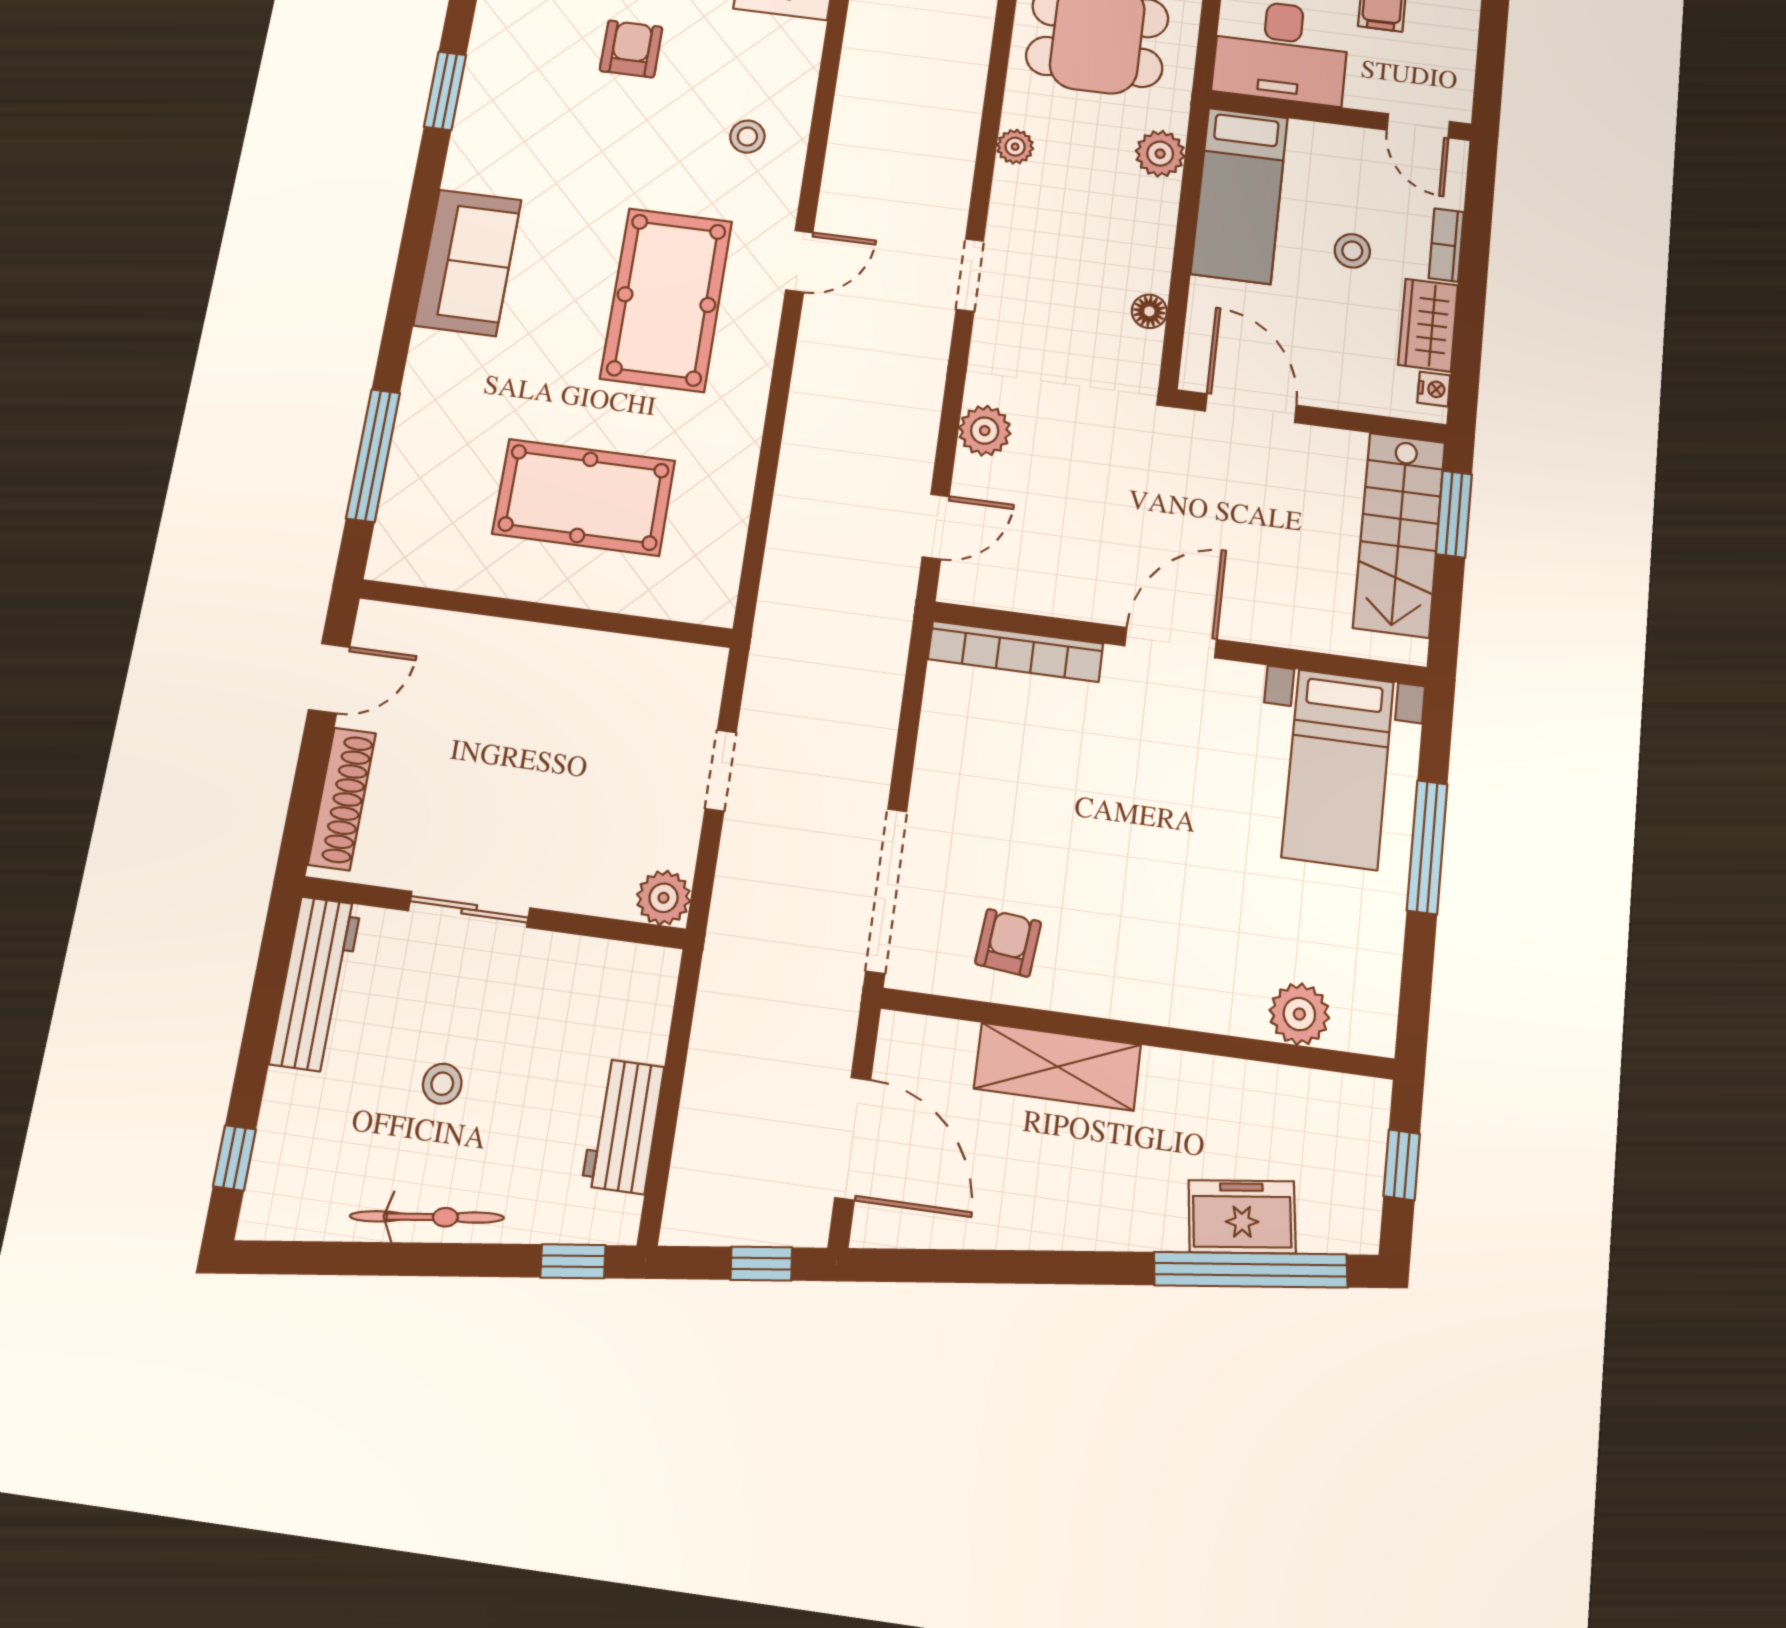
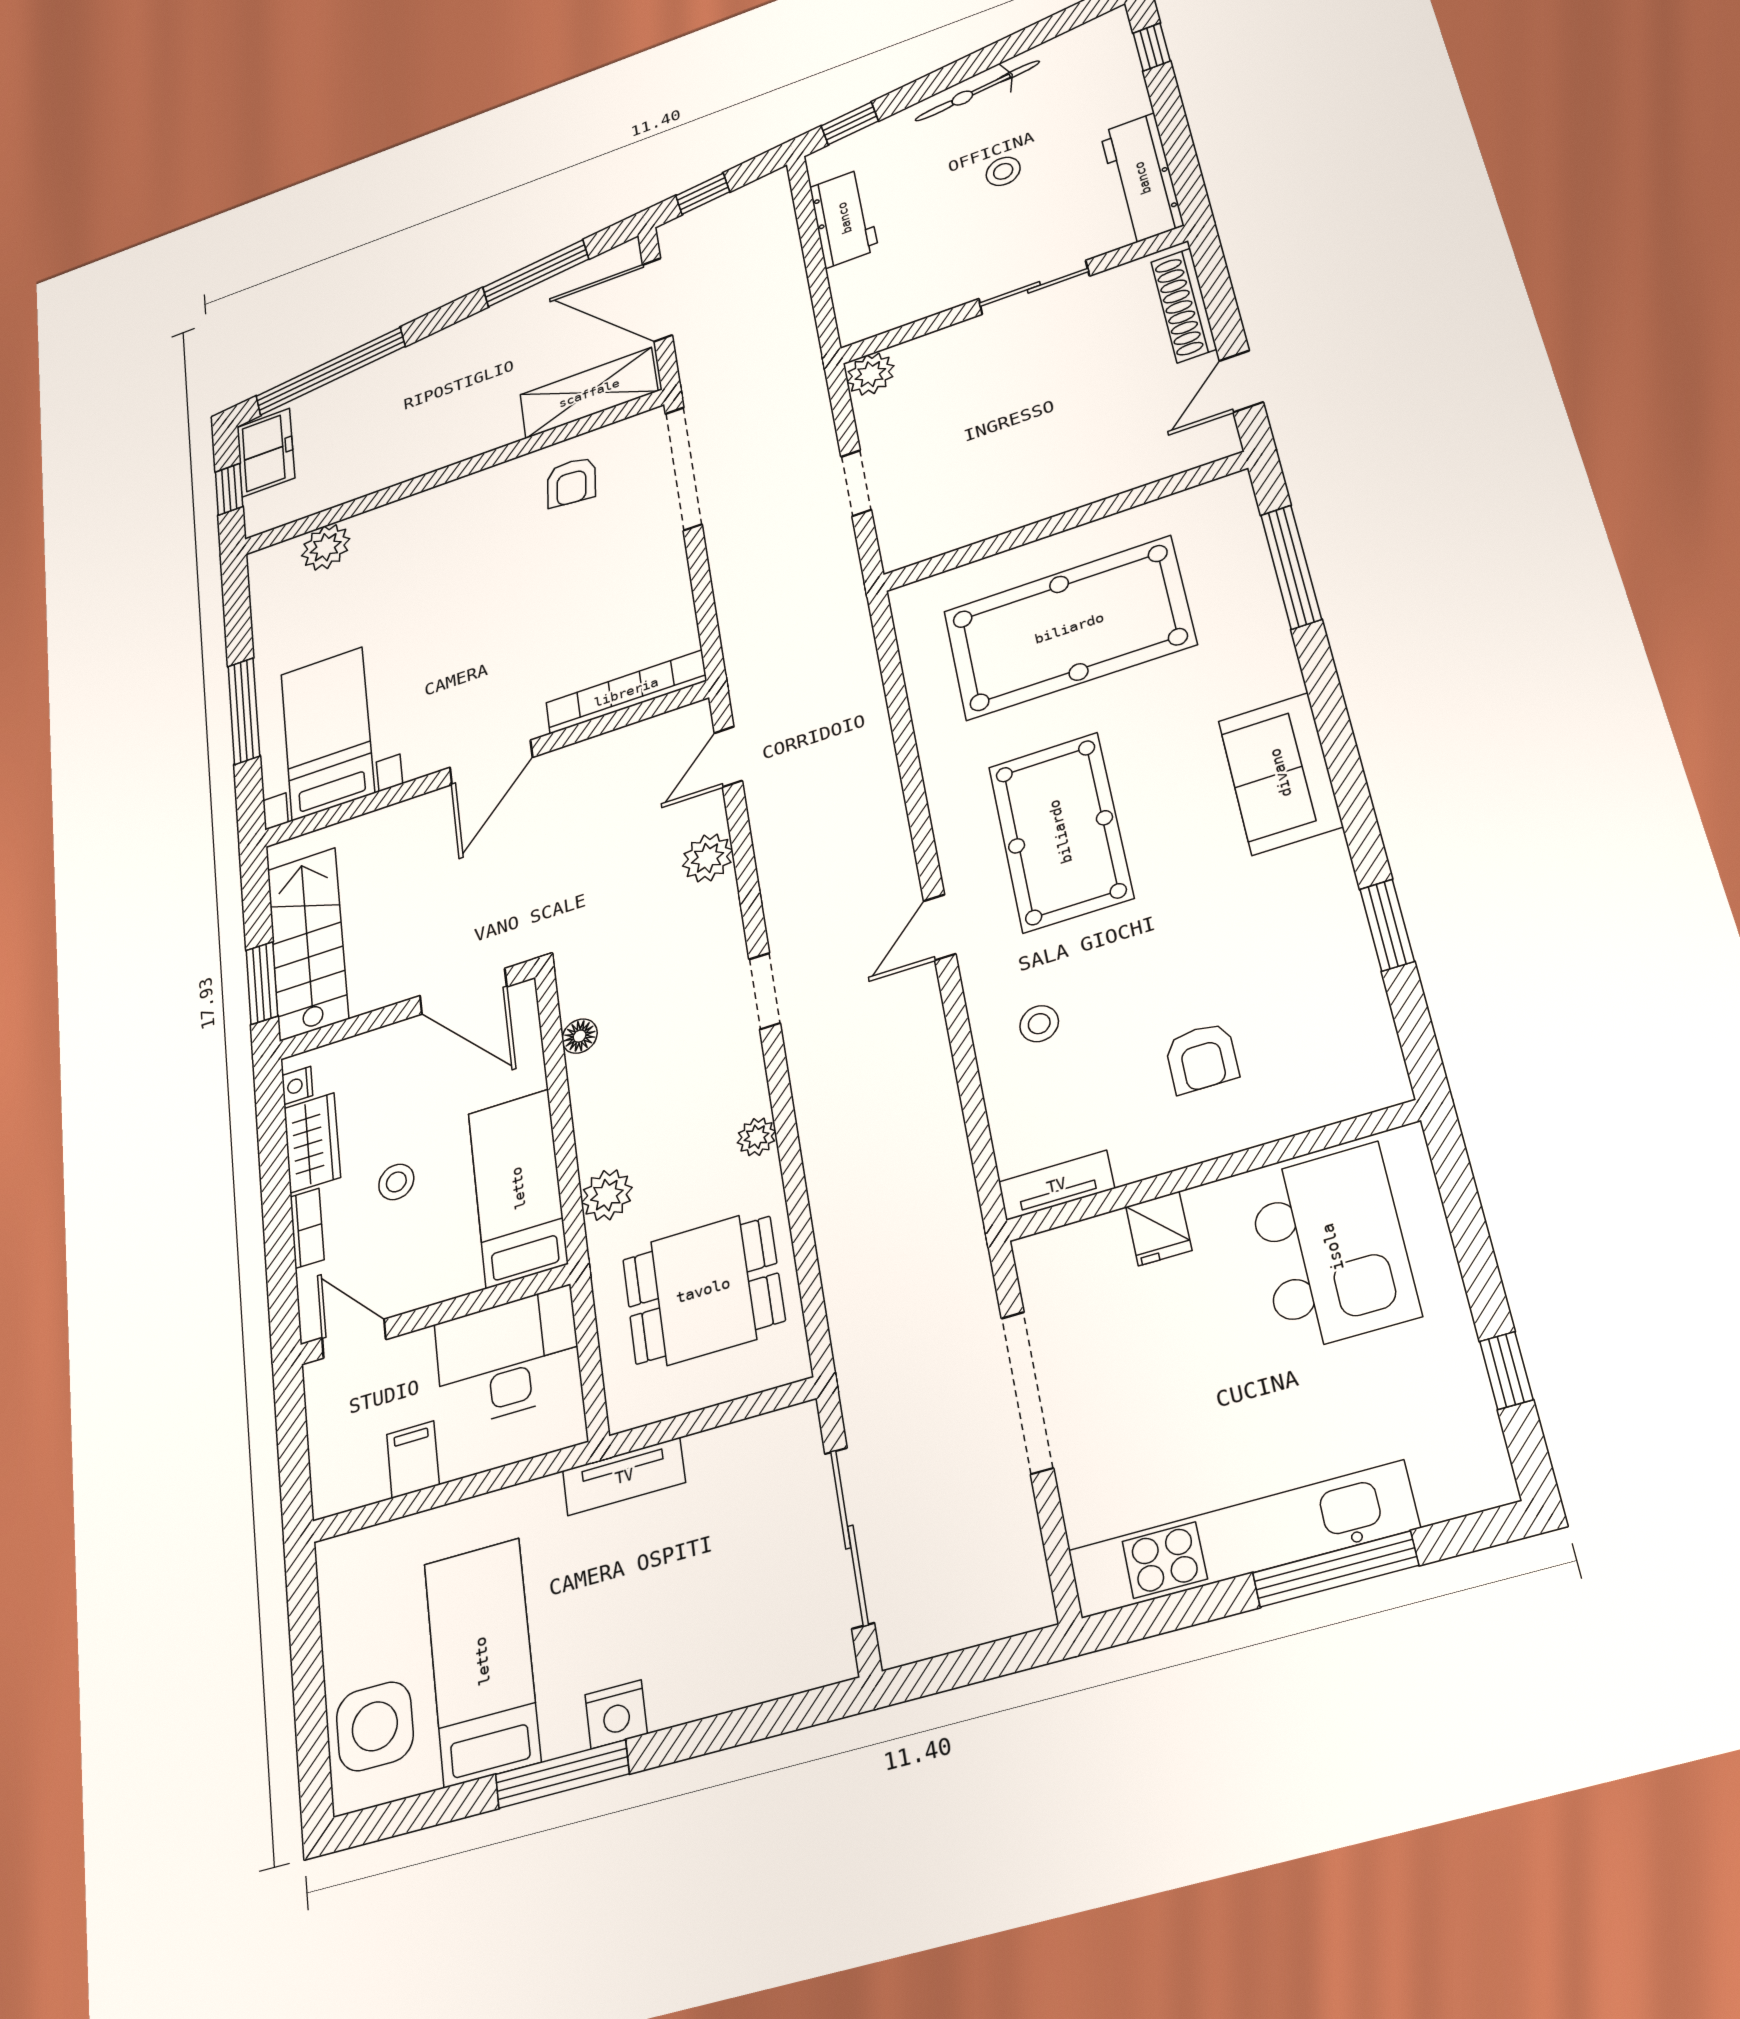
pool table: (584, 497) -> (1069, 628), width x1.36, depth x1.32
shelving: (1057, 1067) -> (589, 393), moved
freezer: (1242, 1217) -> (266, 453), moved, turned -83
window: (978, 1266) -> (536, 273), added

